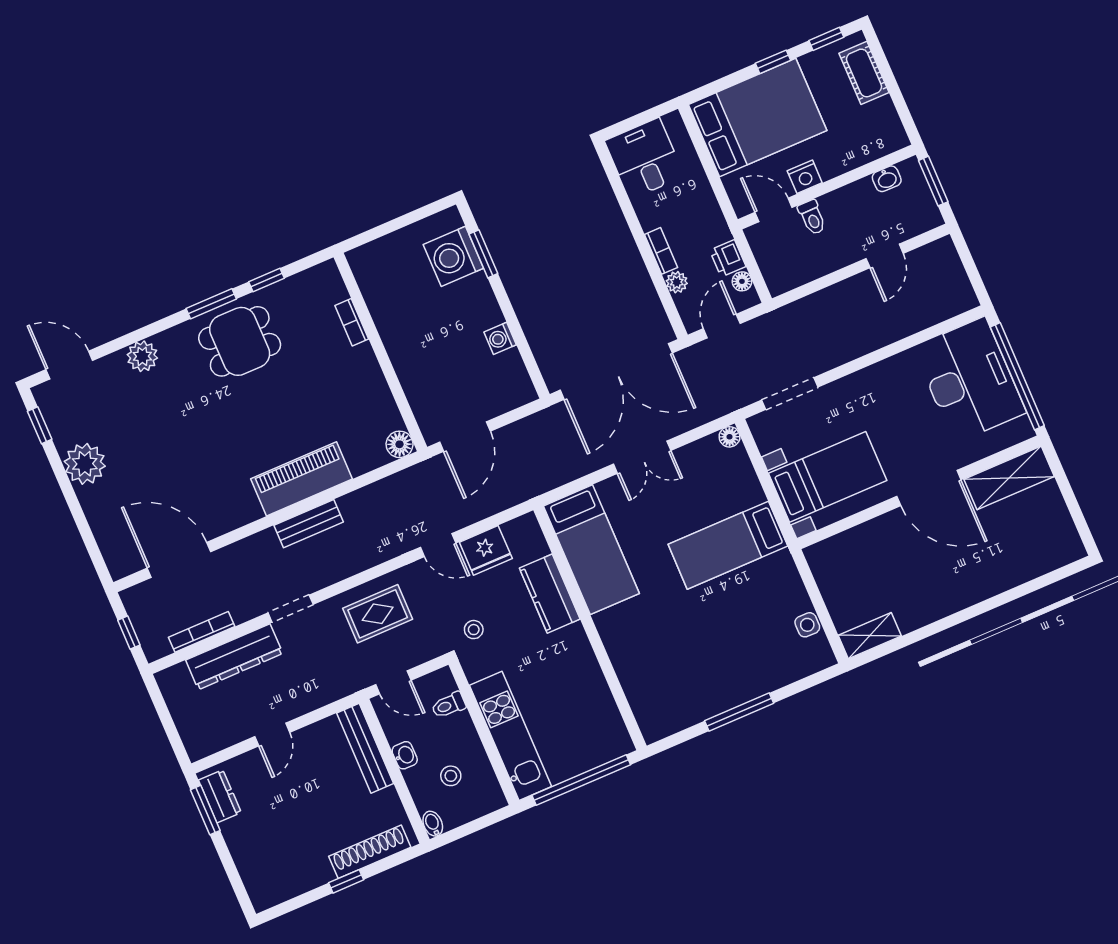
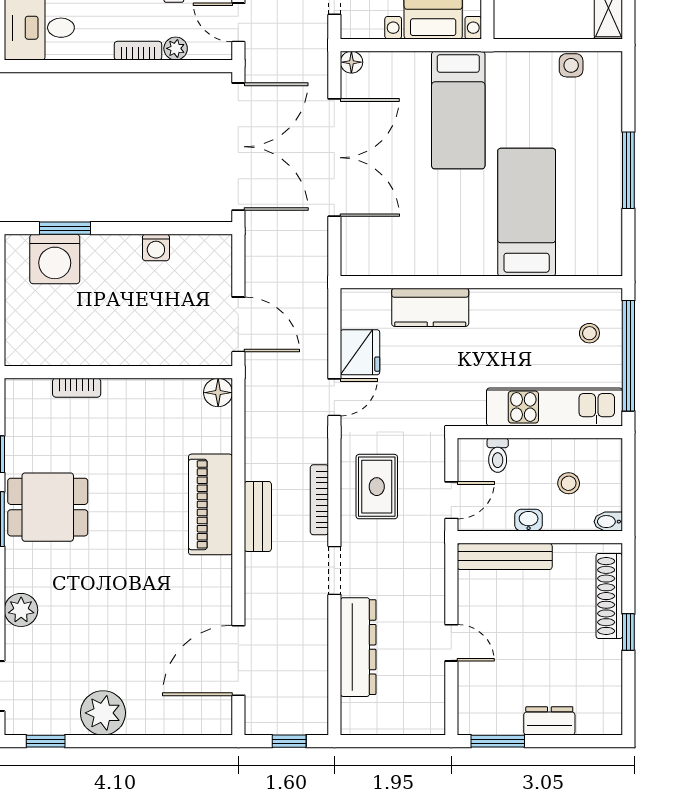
dining table: (240, 341) -> (48, 507), turned 90
double door: (642, 457) -> (334, 158), width x1.87
bed: (591, 550) -> (527, 212), moved, turned -90
stool: (474, 630) -> (589, 333), moved
bookcase: (202, 632) -> (319, 500), moved
dresser: (220, 796) -> (549, 721), moved

